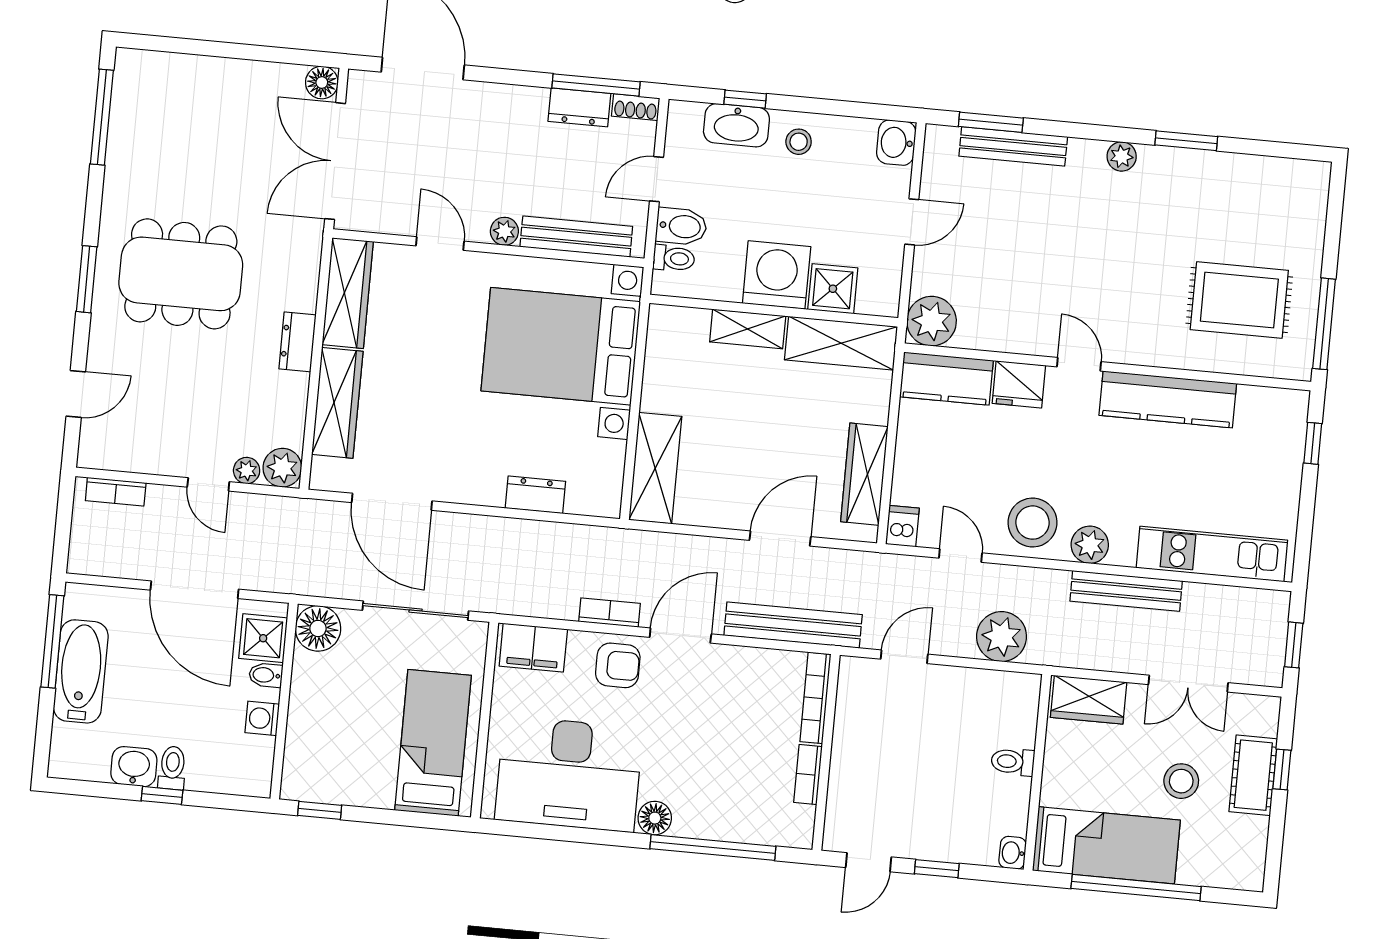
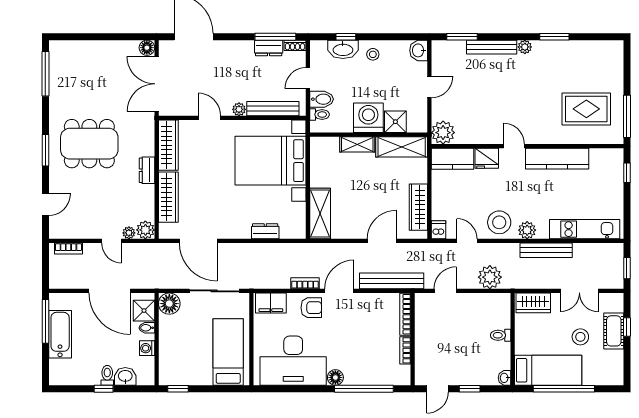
bench: (1013, 146) -> (492, 47), moved
washbasin: (134, 767) -> (125, 376), moved

